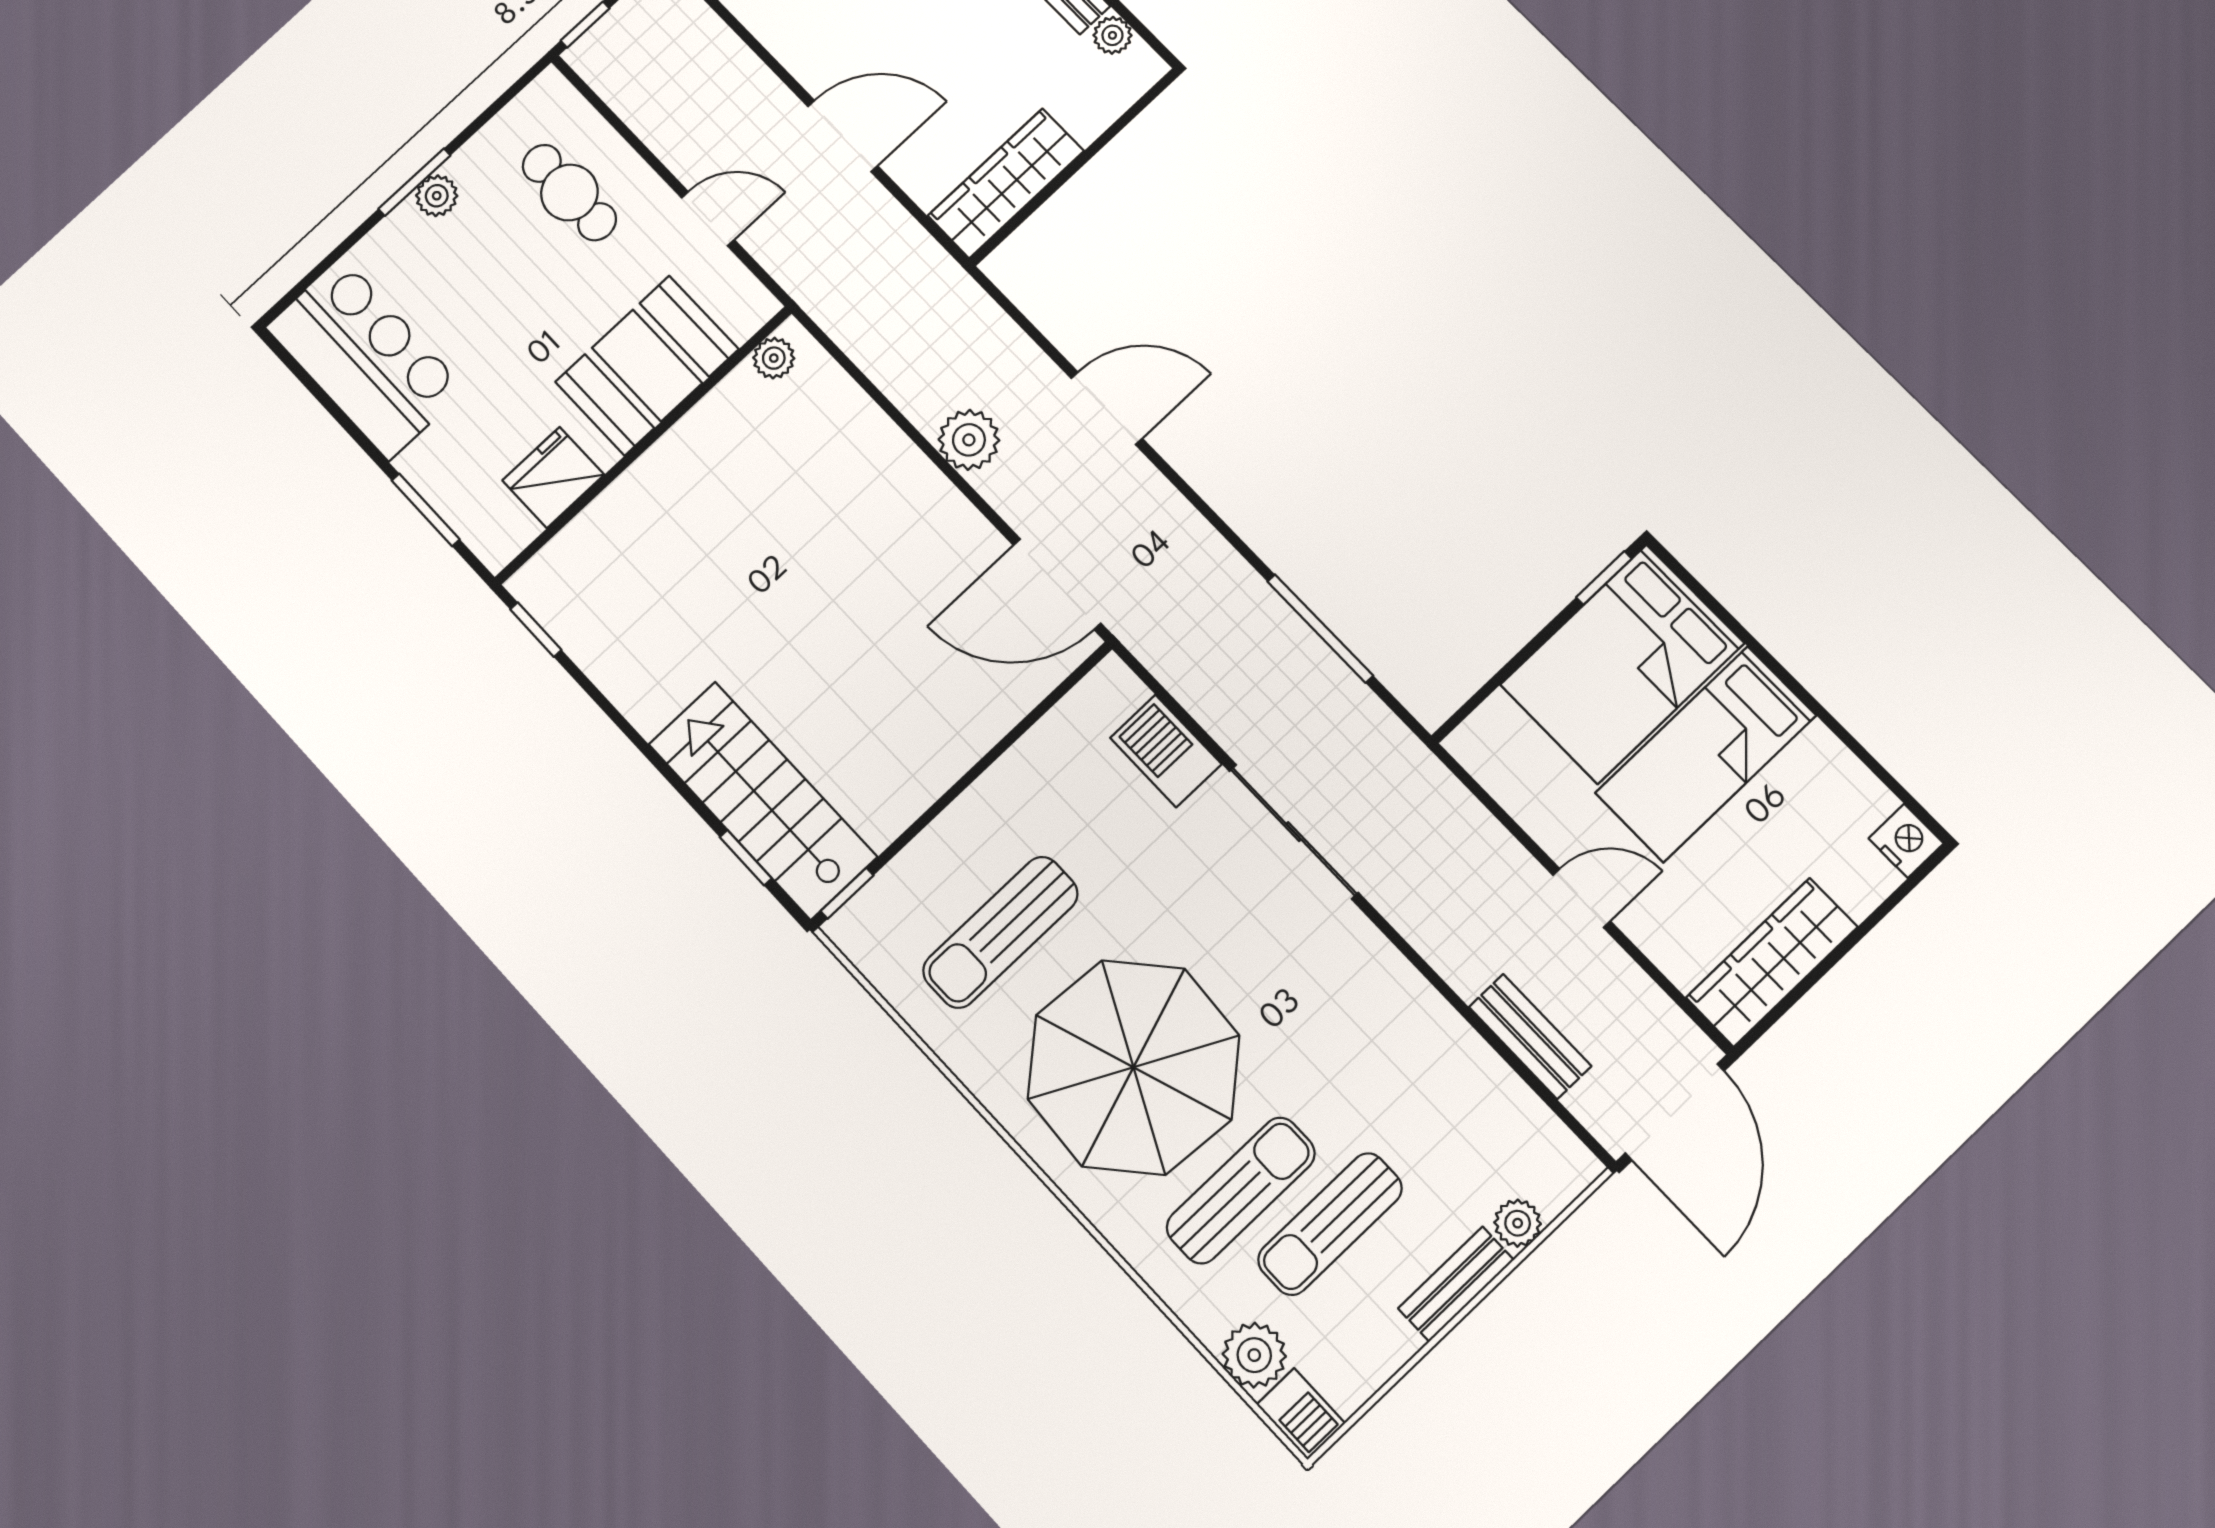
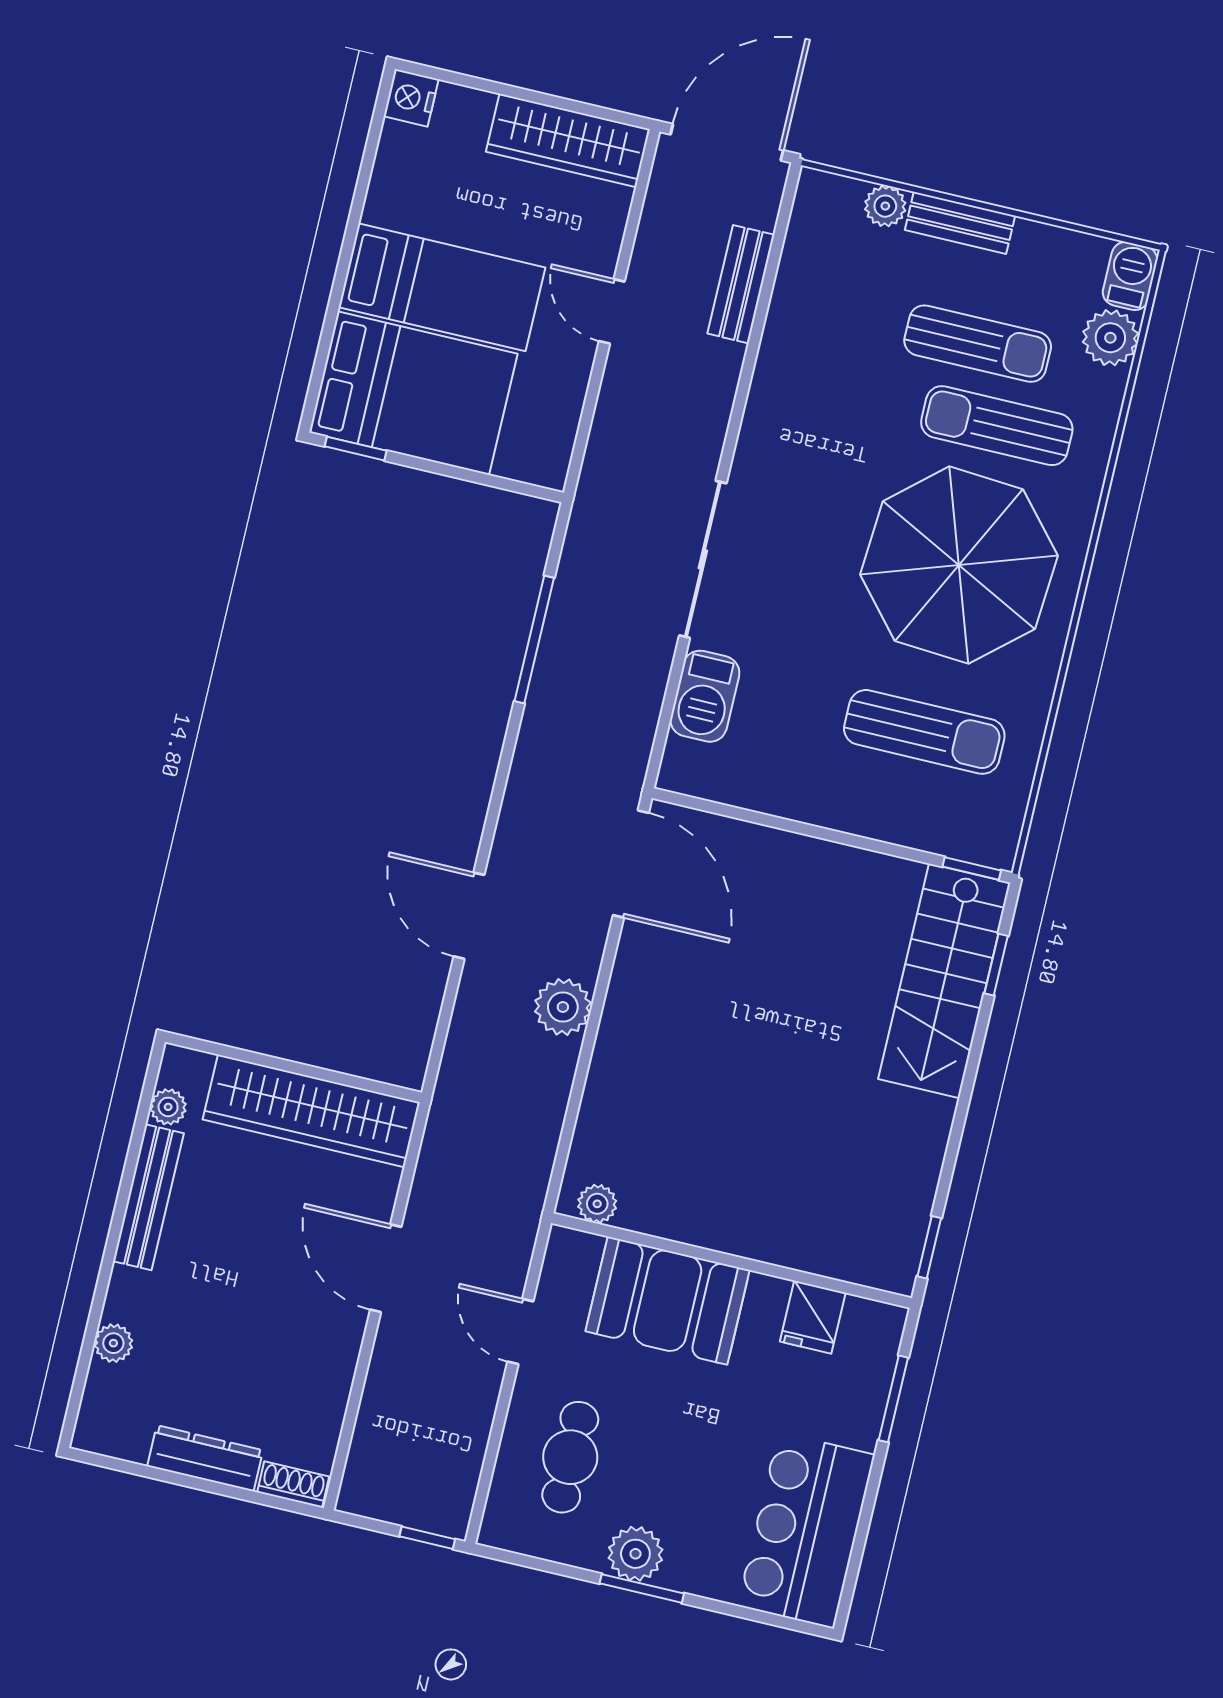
wardrobe: (1006, 183) -> (311, 1111), width x1.40, depth x1.17
plant: (437, 196) -> (635, 1554), width x1.38, depth x1.38
fridge: (553, 478) -> (813, 1317), width x0.72

